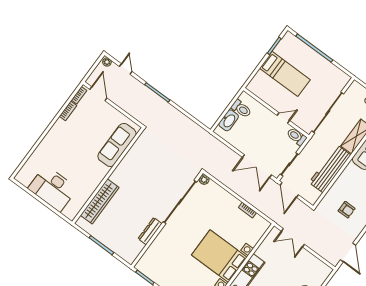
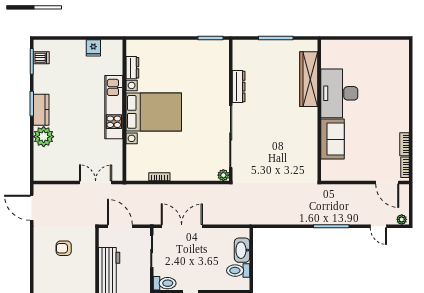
sofa: (117, 145) -> (333, 139), width x0.73
desk: (53, 188) -> (339, 93), moved, turned -90
door: (289, 190) -> (120, 226), moved

